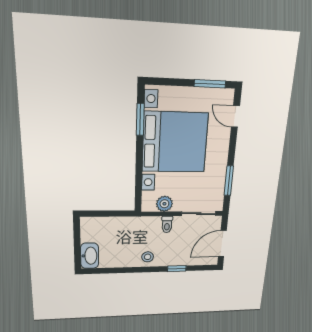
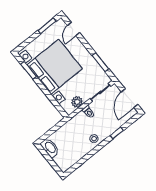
door: (235, 117) -> (74, 29), hinge flipped
washbasin: (90, 256) -> (50, 148), moved

